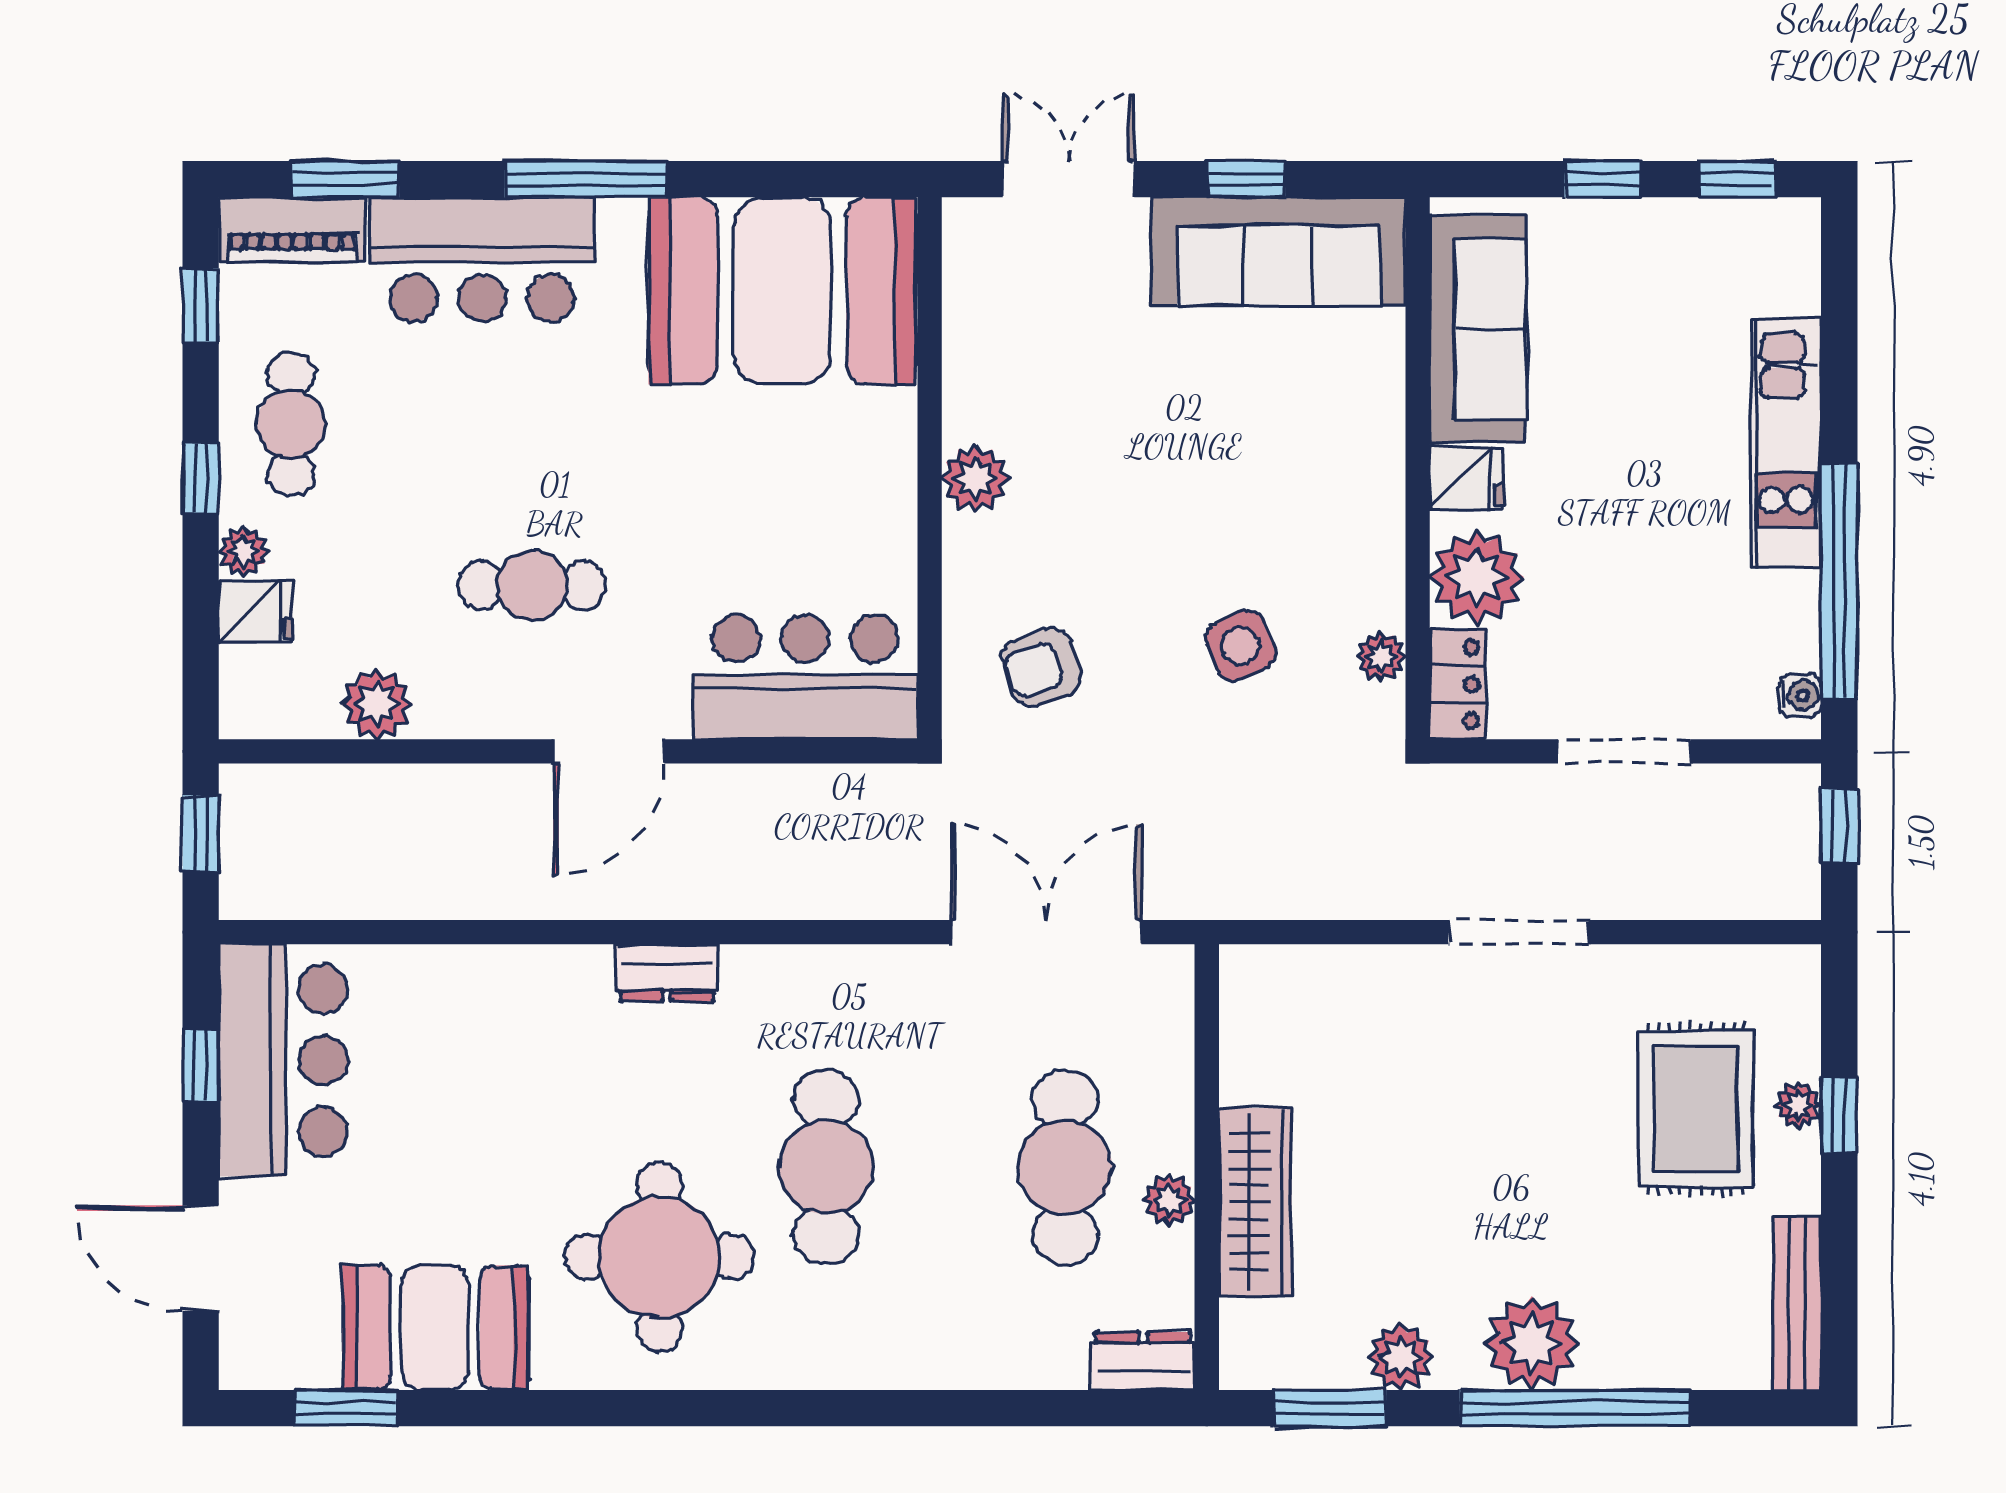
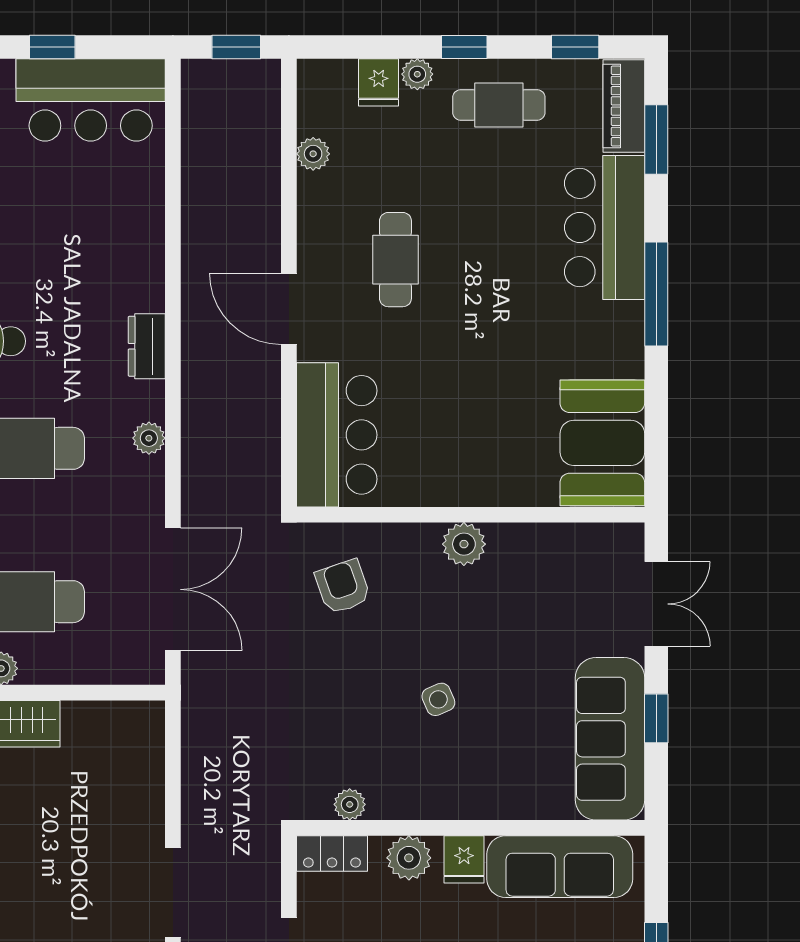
booth: (782, 291) -> (602, 443), width x0.73, depth x0.70
plant: (1477, 577) -> (409, 858), width x0.73, depth x0.73
side table: (1240, 646) -> (438, 699), moved, width x0.73, depth x0.73
plant: (377, 704) -> (313, 154), width x0.73, depth x0.73
plant: (810, 970) -> (149, 438), added
window: (201, 1065) -> (52, 47), moved

